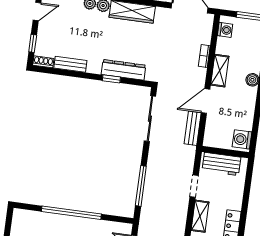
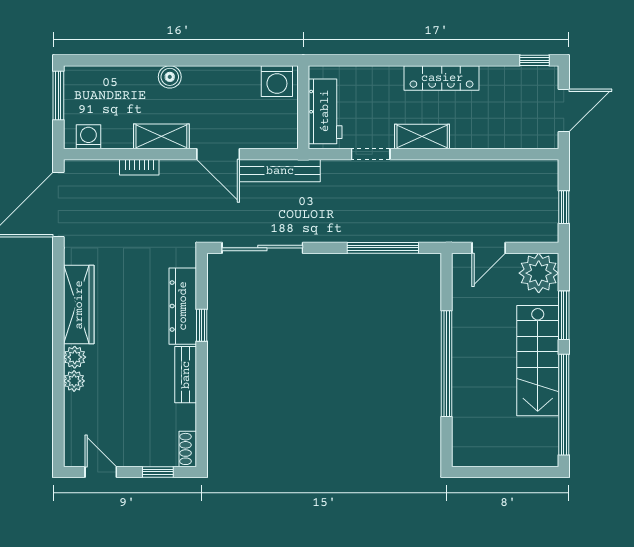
bench: (70, 64) -> (186, 375), moved
bench: (193, 128) -> (280, 171), width x1.36

